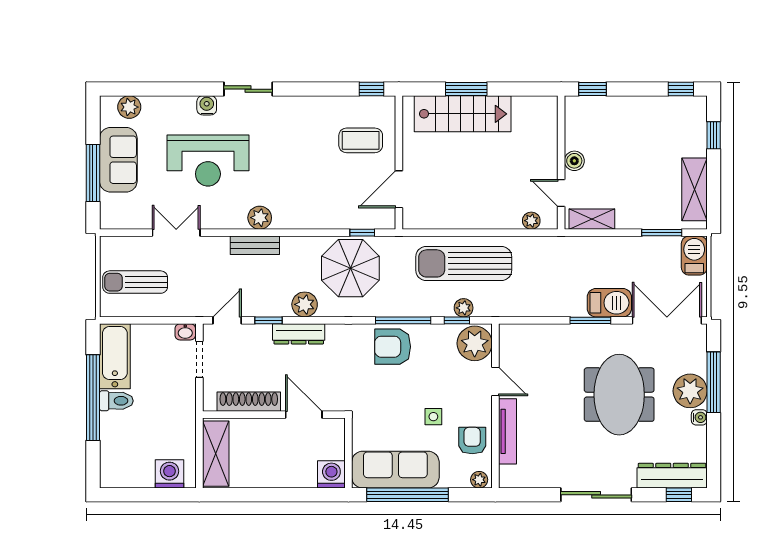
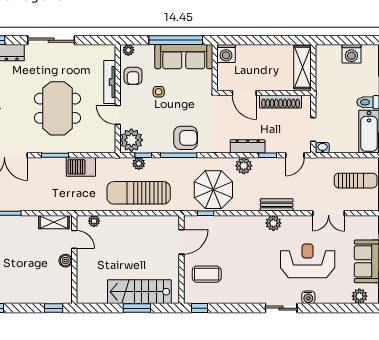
sun lounger: (464, 263) -> (139, 193), turned 180
barbecue: (609, 303) -> (81, 167), moved
meeting table: (619, 395) -> (57, 108), moved
washing machine: (169, 474) -> (351, 54), moved

